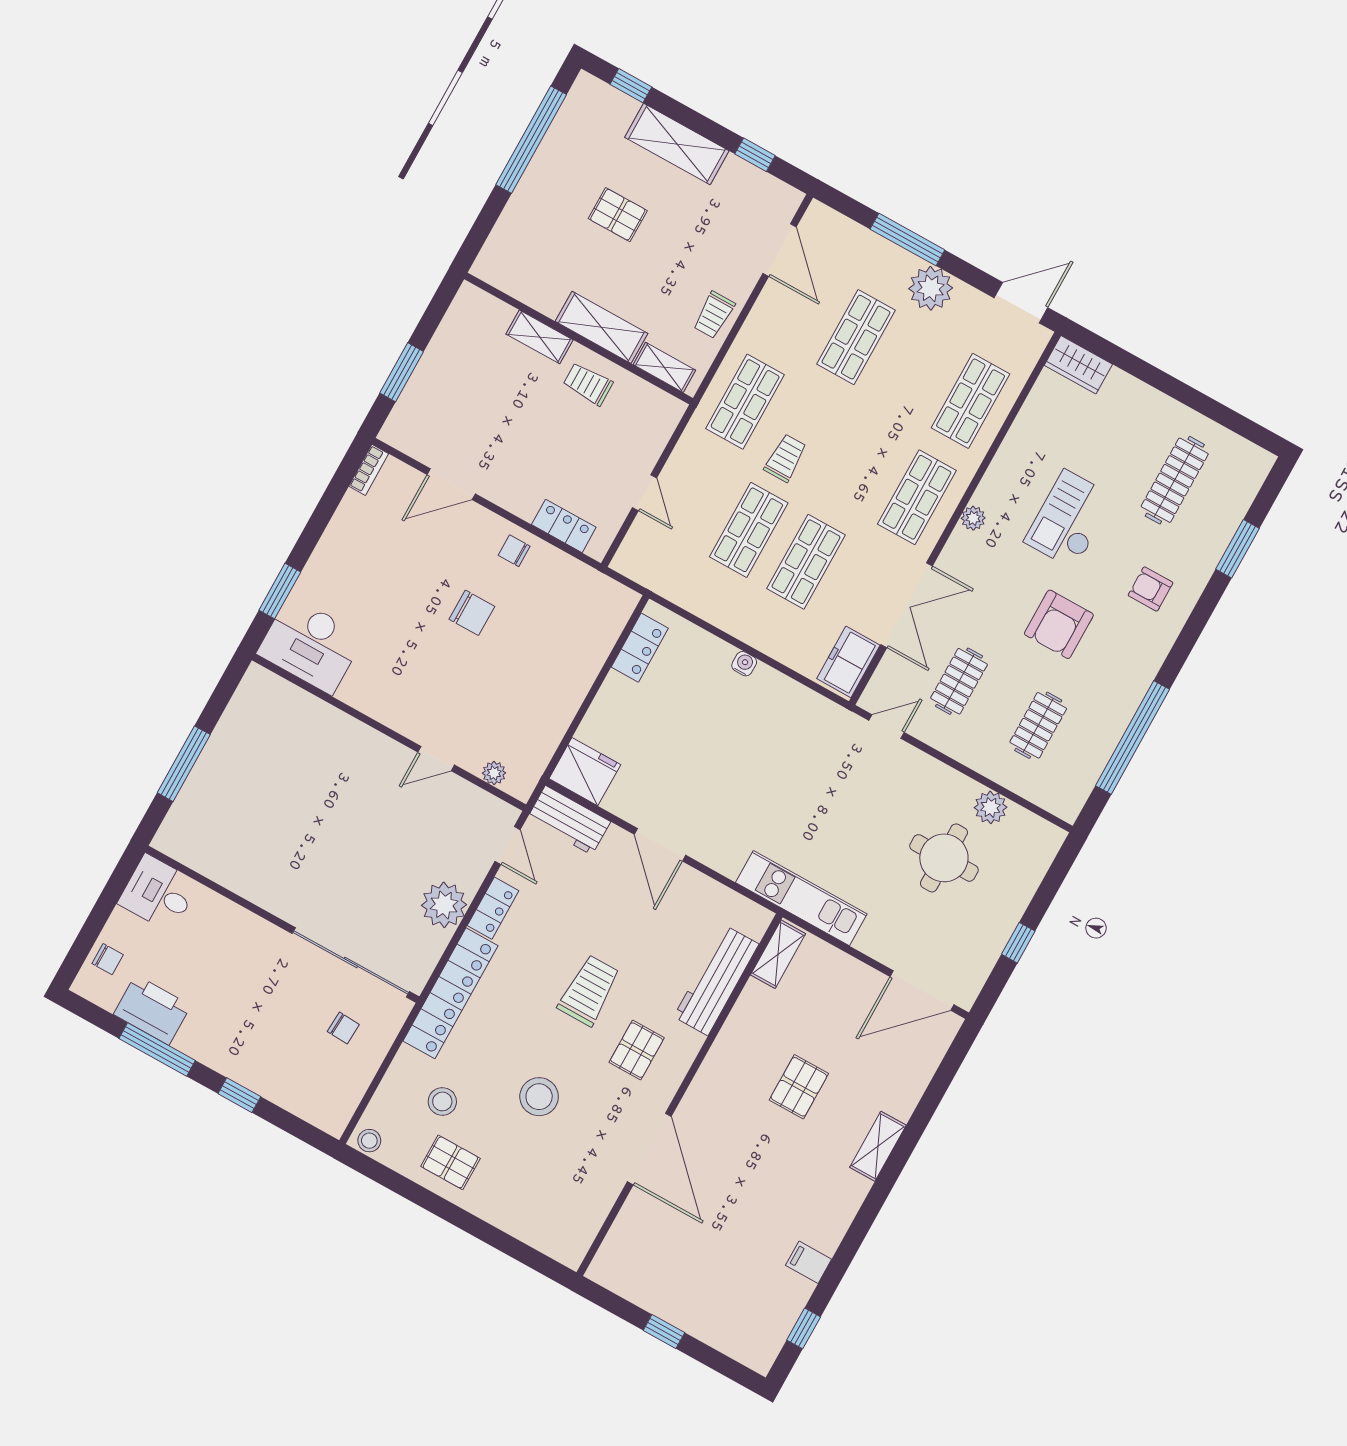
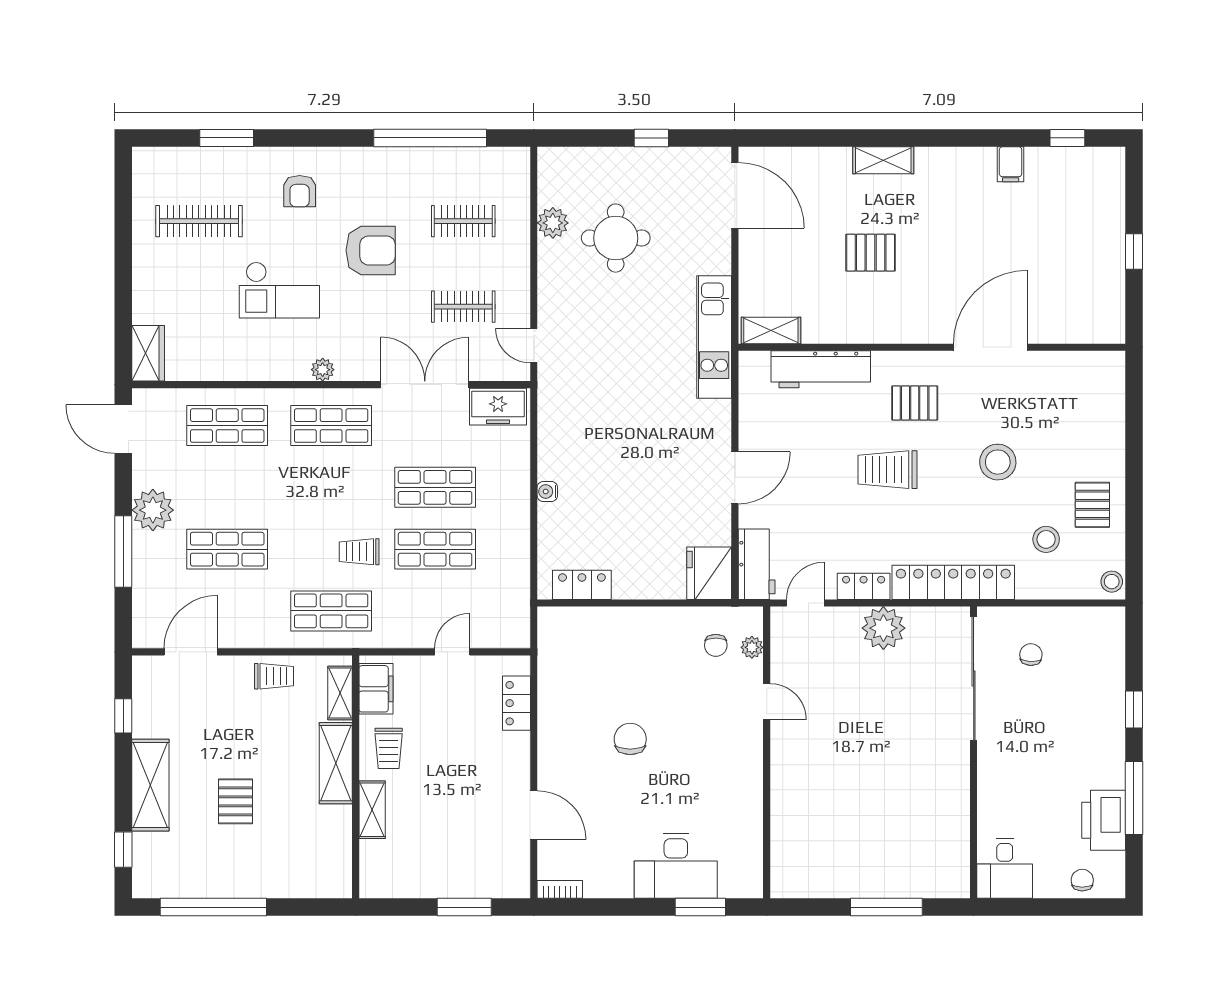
filing cabinet: (650, 403) -> (376, 689), added
chair: (514, 551) -> (716, 645), moved
desk: (311, 645) -> (676, 866), moved, turned 90

